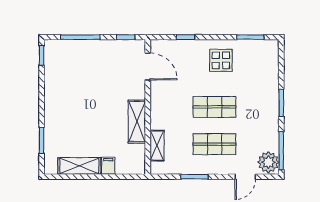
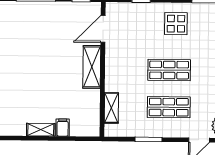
door: (148, 66) -> (103, 29), swing flipped
shelving: (137, 122) -> (92, 67), moved
shelving: (79, 166) -> (41, 130), width x0.67, depth x0.75

